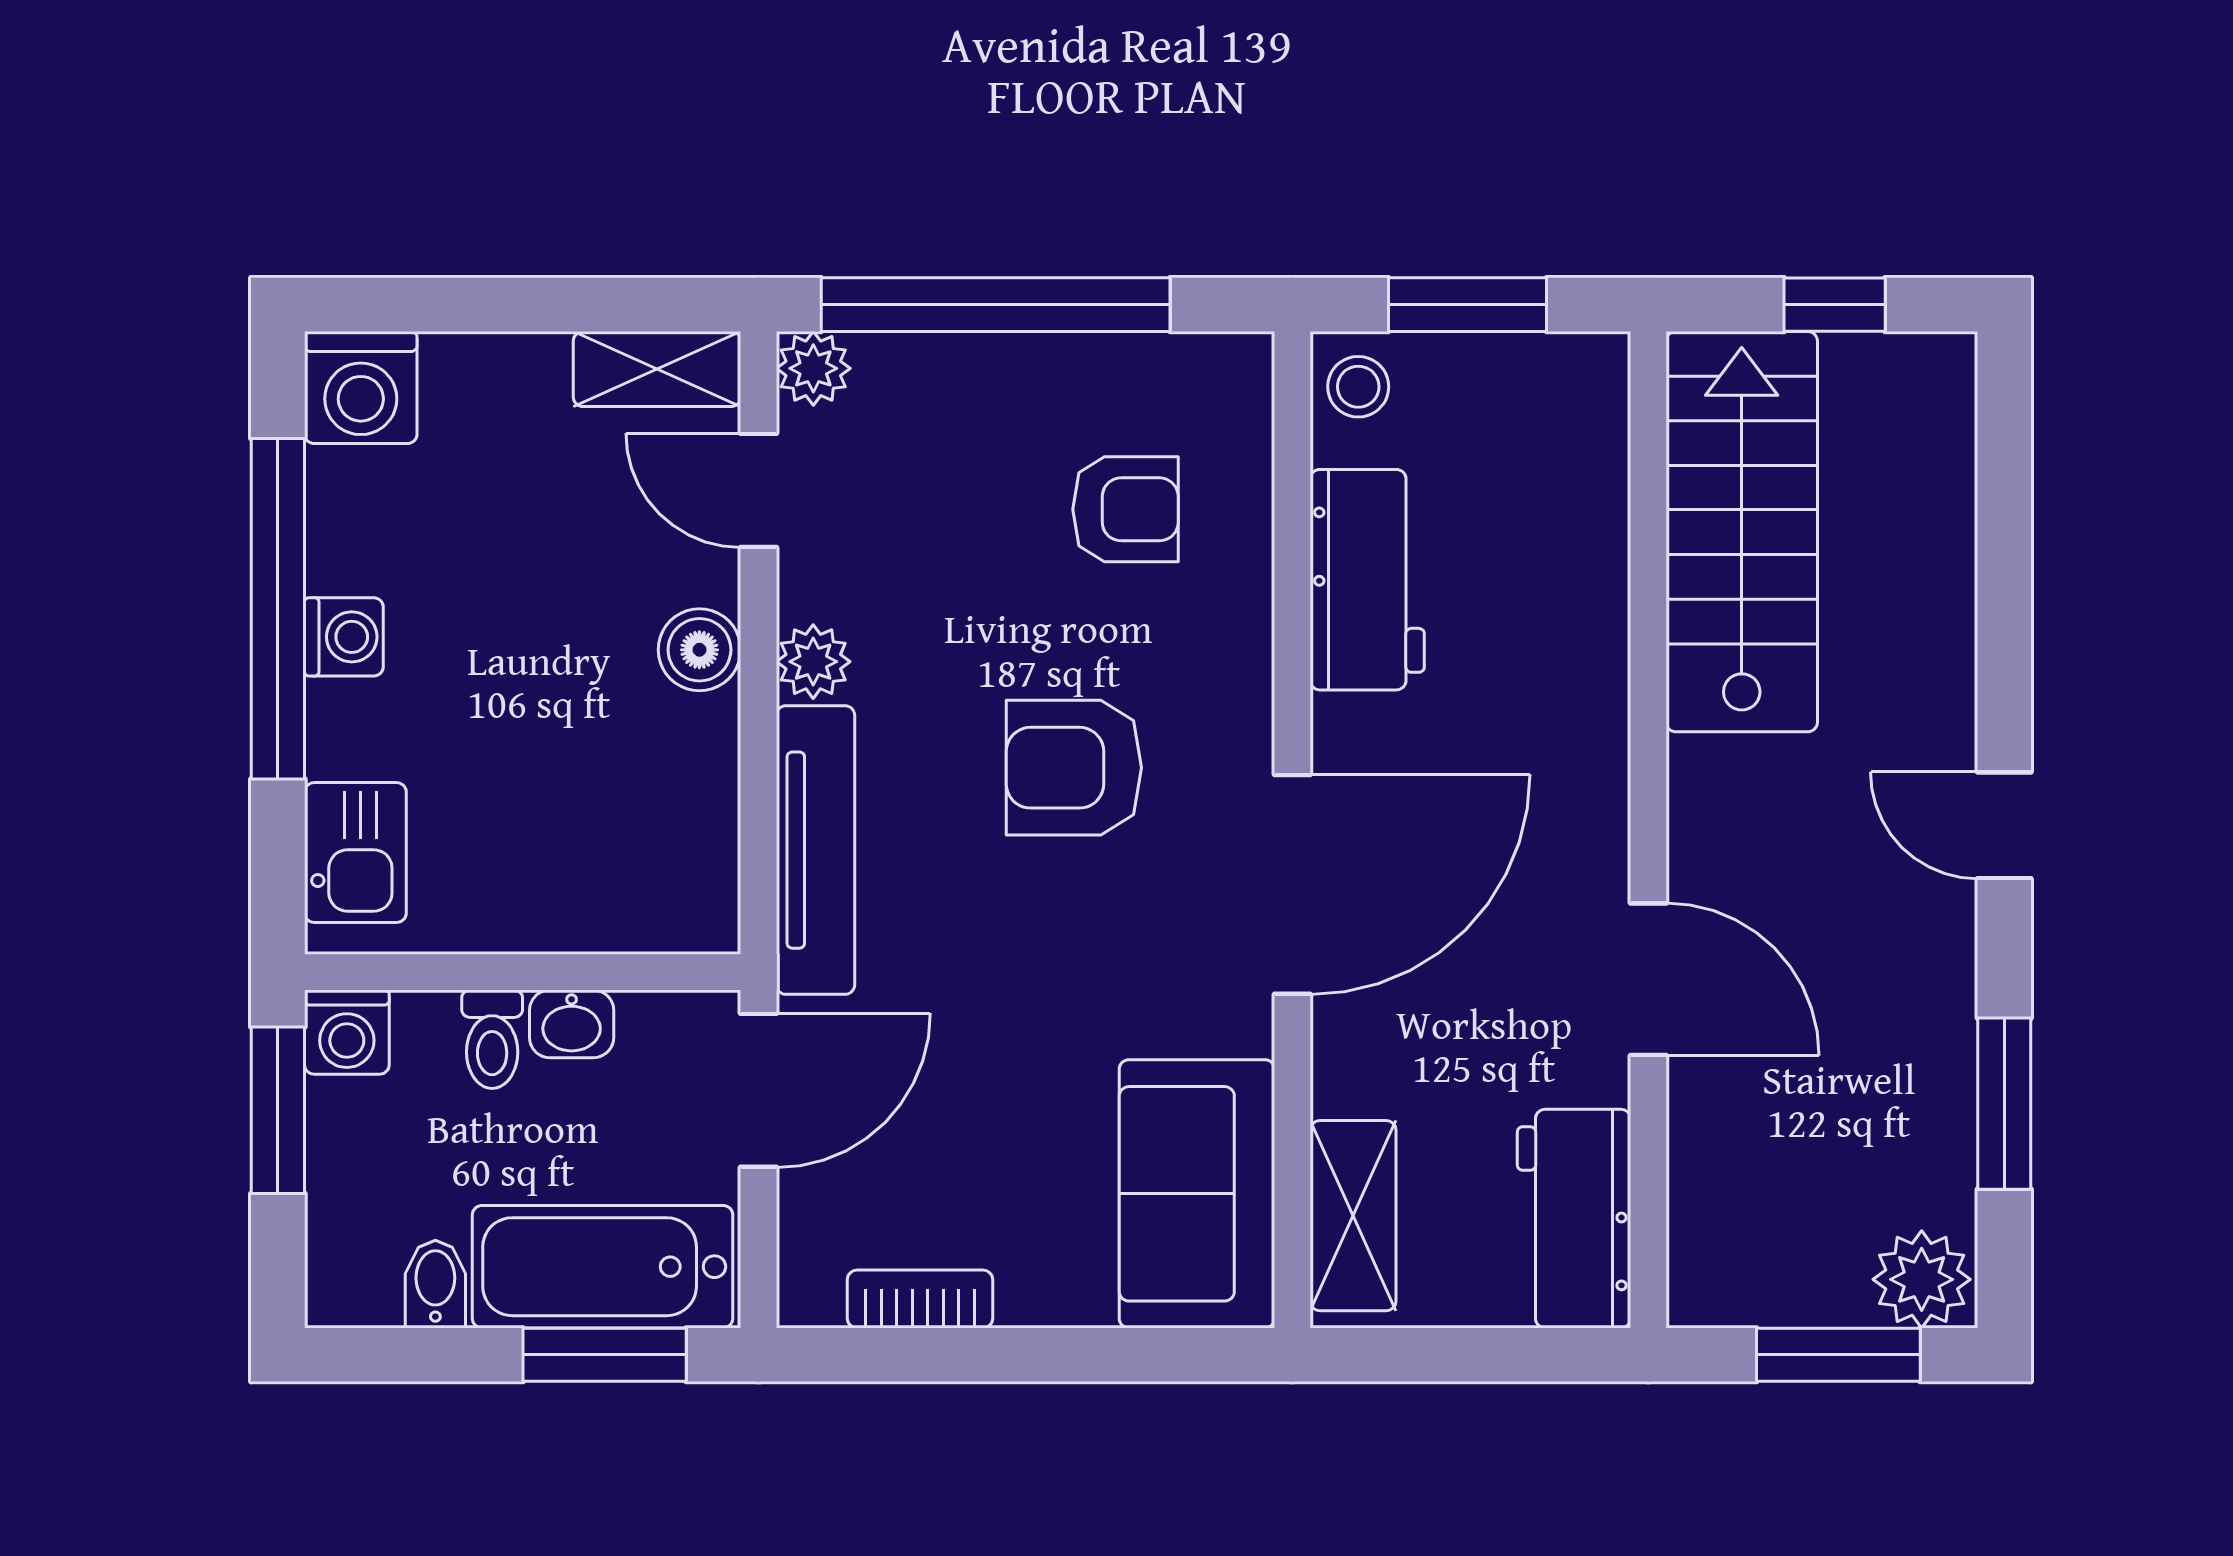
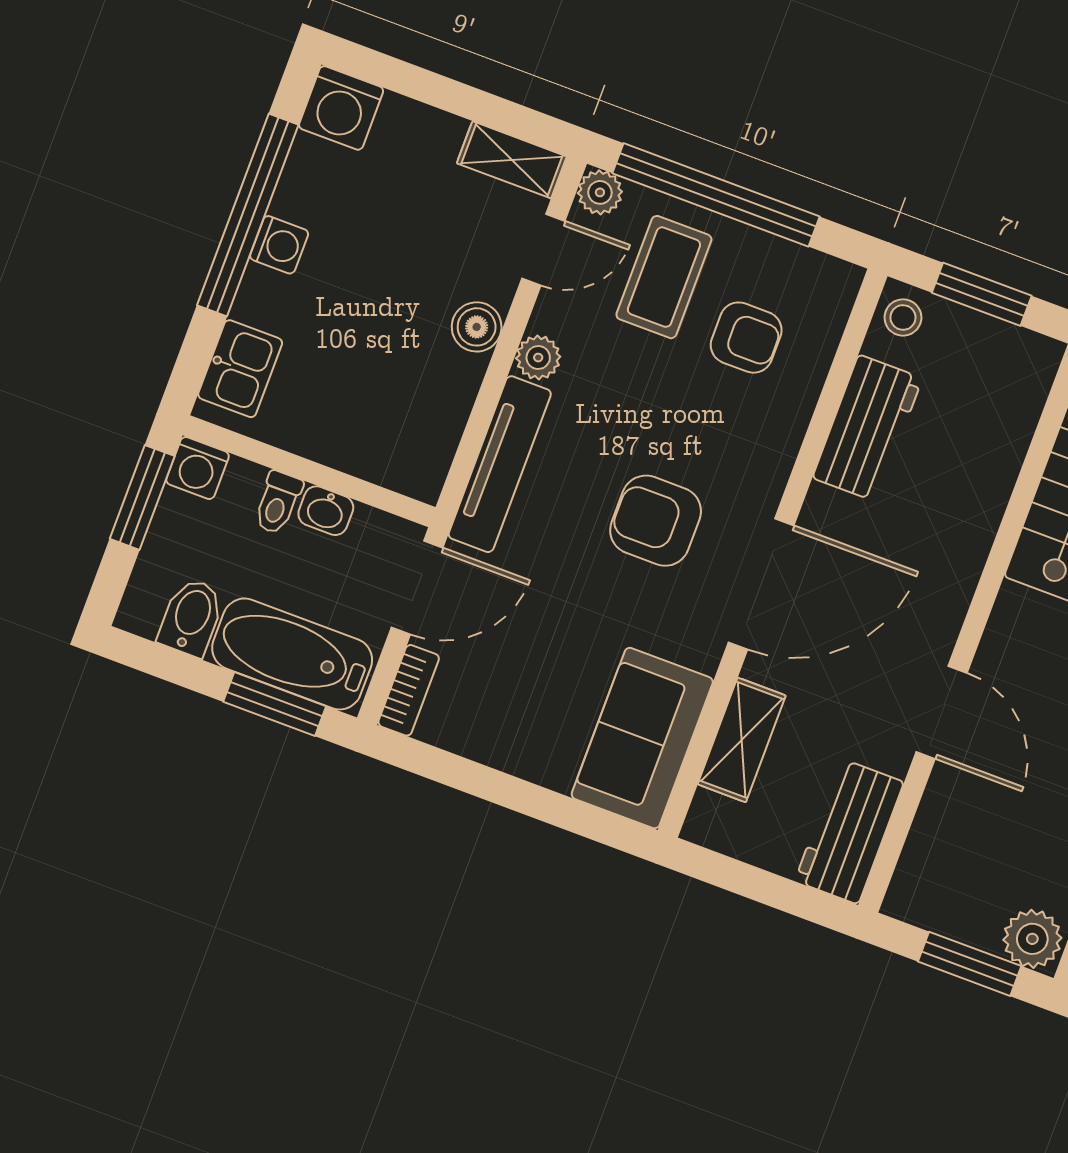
coffee table: (962, 463) -> (664, 277), added
door: (758, 490) -> (543, 250), swing flipped
armchair: (1074, 768) -> (656, 521), moved
shelving: (1353, 1216) -> (742, 740), moved
bidet: (435, 1284) -> (191, 617), width x1.38, depth x1.36
bookcase: (920, 1299) -> (409, 690), moved, turned 90

